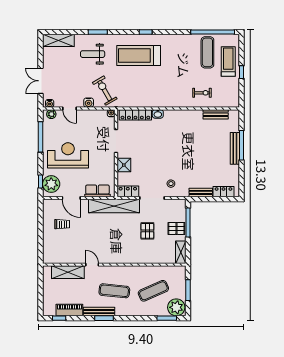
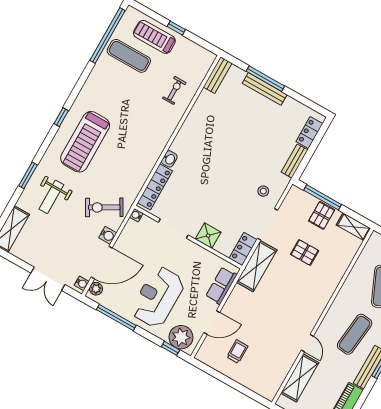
door: (70, 108) -> (102, 262), width x1.87
bench: (216, 114) -> (218, 75), moved
shelving: (114, 206) -> (257, 266), width x0.68
door: (92, 265) -> (307, 343), swing flipped

